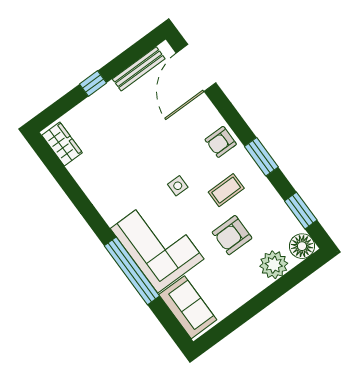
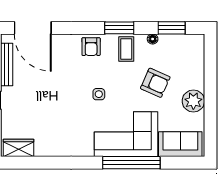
coffee table: (226, 190) -> (126, 49), moved
armchair: (232, 235) -> (155, 83), turned -66
floor lamp: (302, 246) -> (153, 39), moved, width x0.53, depth x0.53
plant: (274, 265) -> (193, 101), moved

